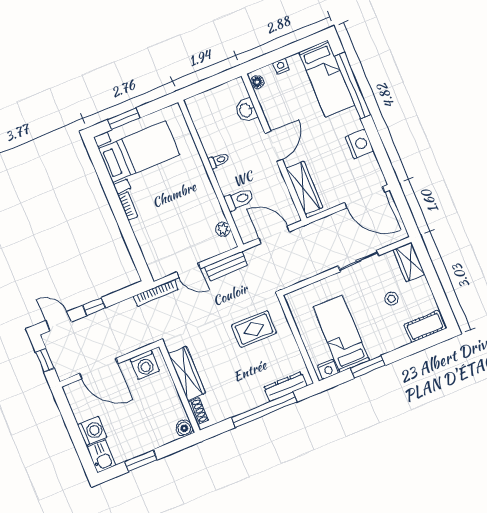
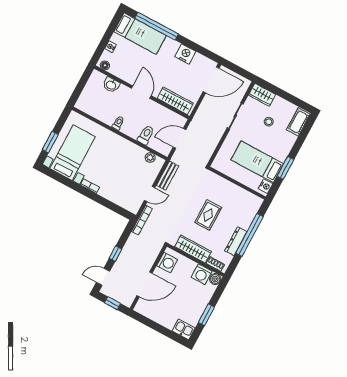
rug: (254, 329) -> (208, 215), moved
dresser: (285, 387) -> (236, 241), moved
washing machine: (92, 431) -> (202, 274), moved, turned 180

